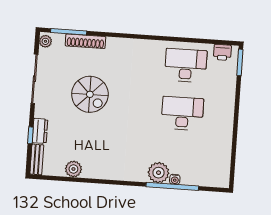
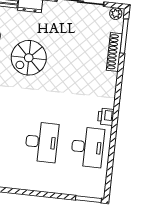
printer: (222, 52) -> (106, 117), moved
spiral stairs: (90, 94) -> (29, 58), moved

